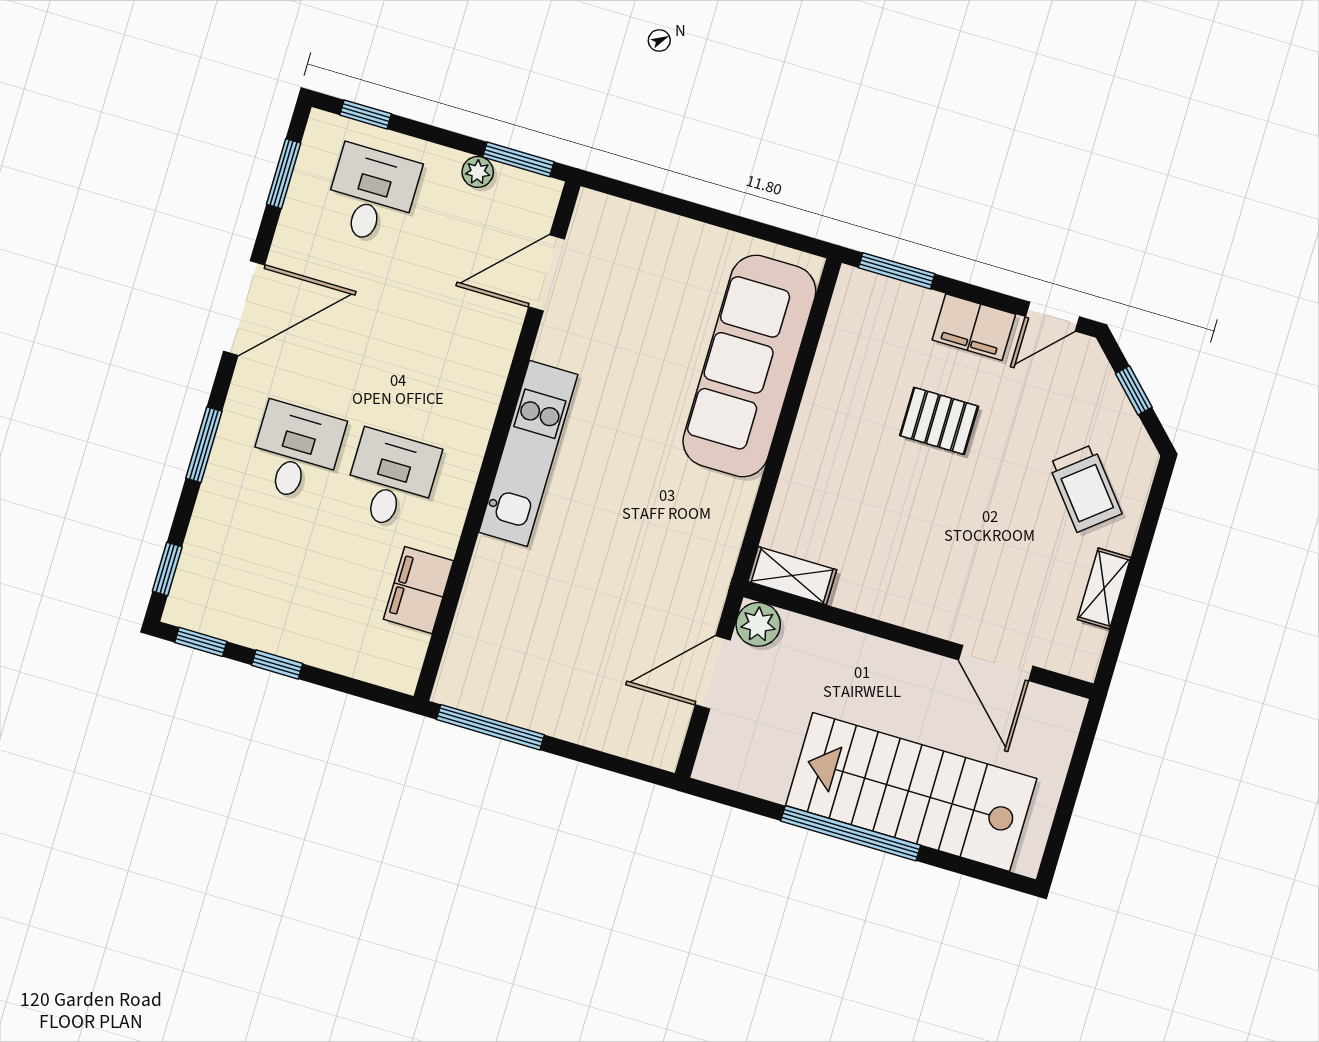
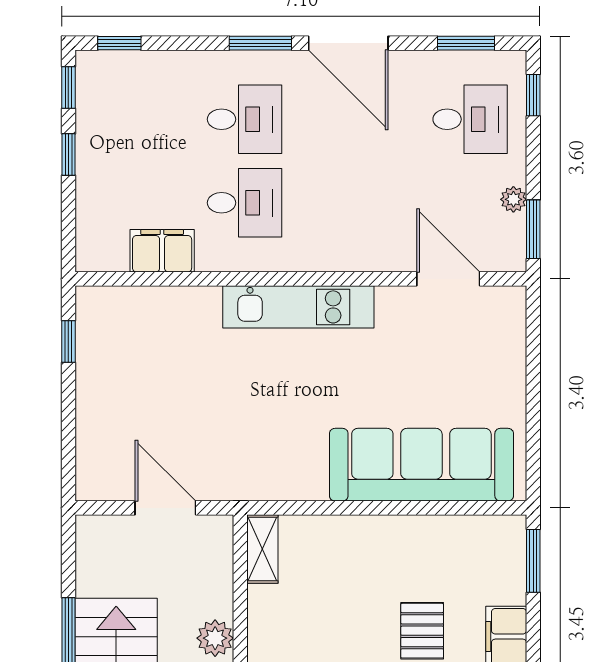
window: (204, 445) -> (260, 43), moved
plant: (758, 624) -> (215, 638), moved
window: (490, 727) -> (68, 341), width x0.46

